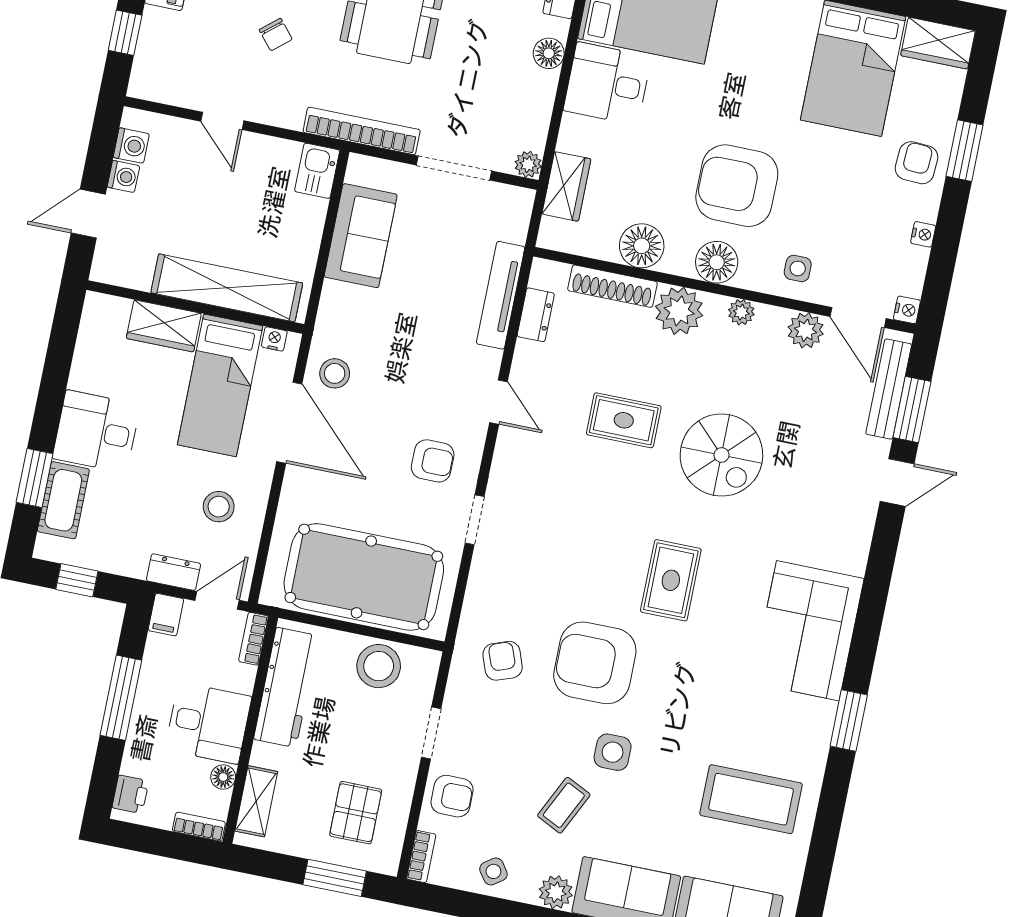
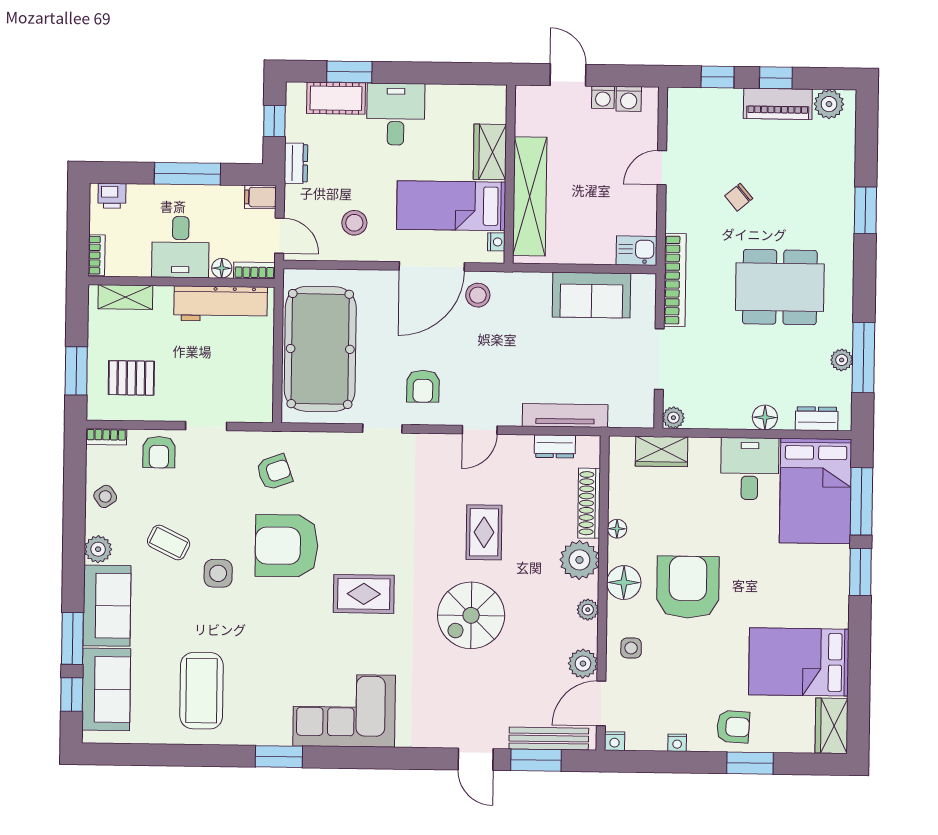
floor lamp: (642, 246) -> (617, 529), width x0.53, depth x0.53
dresser: (174, 572) -> (296, 163), moved
armchair: (595, 663) -> (287, 546), turned -90
stool: (379, 666) -> (251, 374), removed
floor lamp: (223, 777) -> (222, 268), moved

